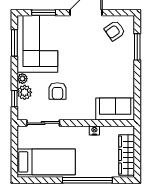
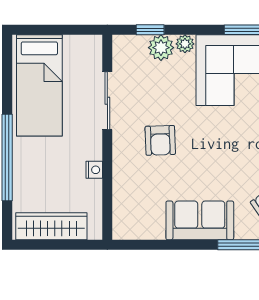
armchair: (57, 91) -> (160, 140), moved, turned -92
sofa: (115, 109) -> (200, 220), moved, turned -90
sliding door: (43, 123) -> (107, 101), moved

